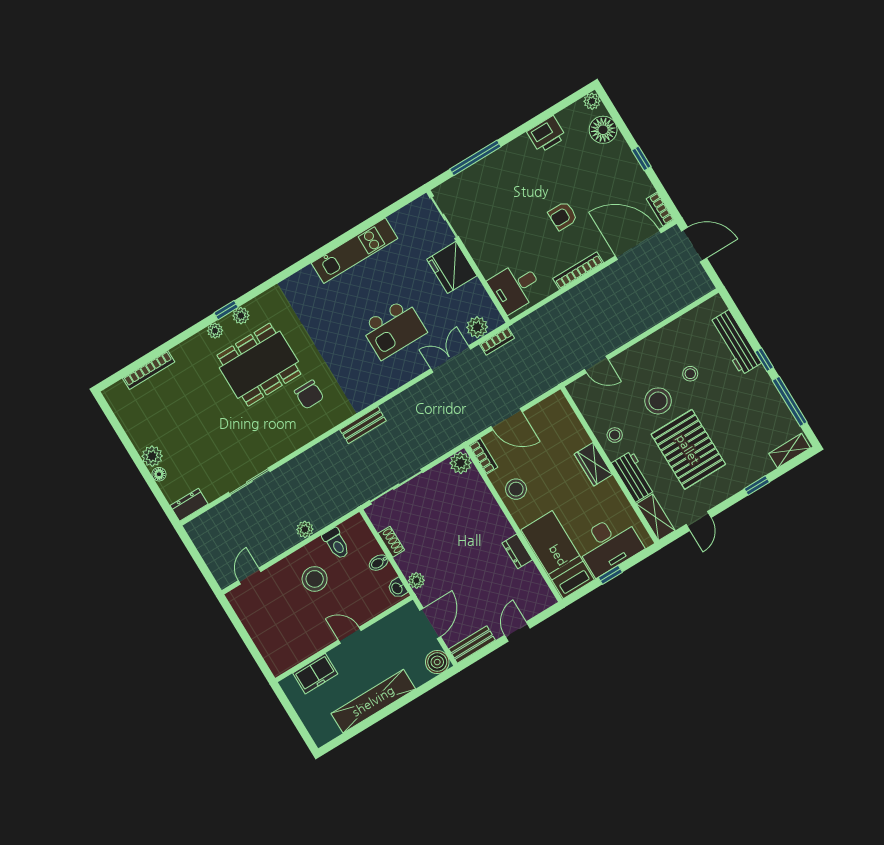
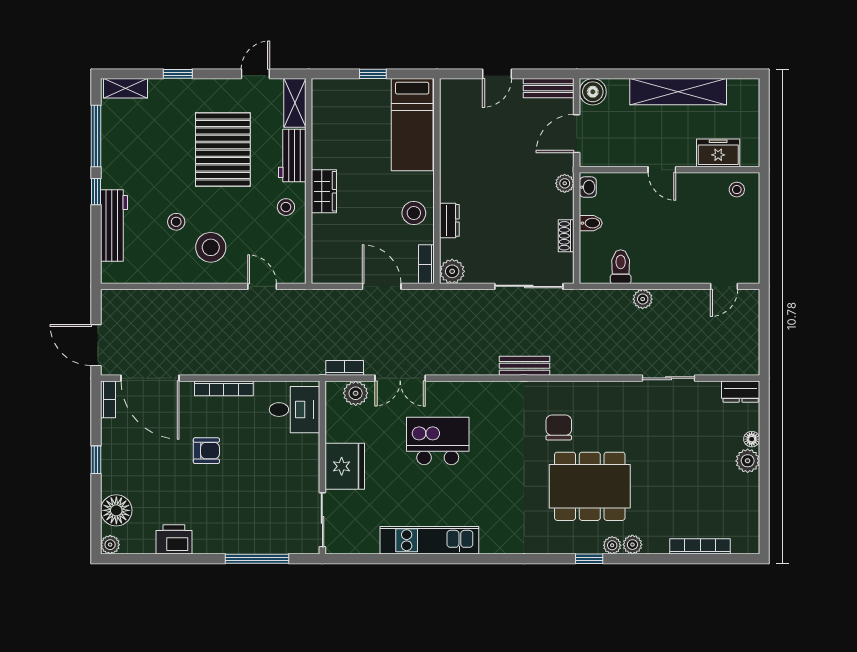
plant: (241, 316) -> (632, 545), moved
stool: (658, 401) -> (211, 247), moved
desk: (609, 544) -> (357, 104), removed
dresser: (517, 551) -> (449, 220), moved
stool: (315, 579) -> (737, 190), moved, width x0.53, depth x0.53

